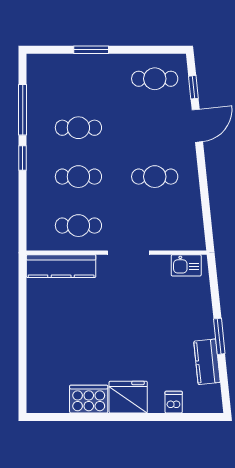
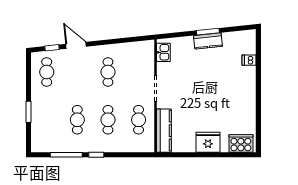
kitchen counter: (207, 362) -> (208, 41), moved
fridge: (128, 397) -> (208, 142), moved, turned 90
cooker: (89, 399) -> (241, 143), moved, turned 90

